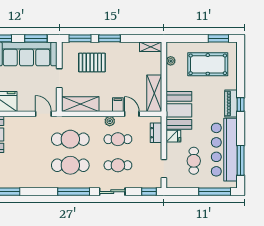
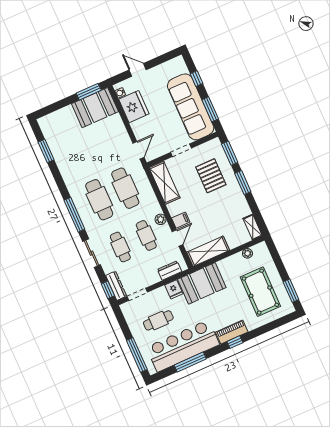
window: (241, 160) -> (190, 362), moved
dresser: (149, 183) -> (116, 286), added

